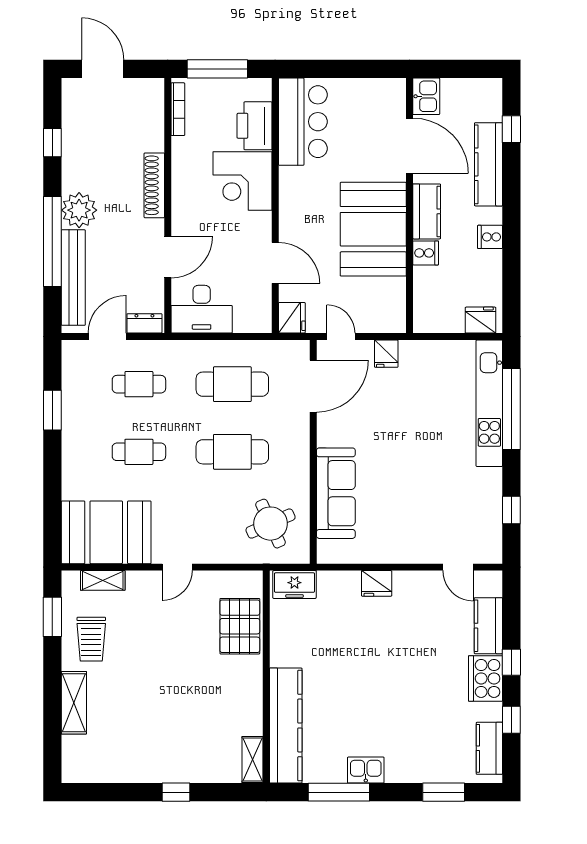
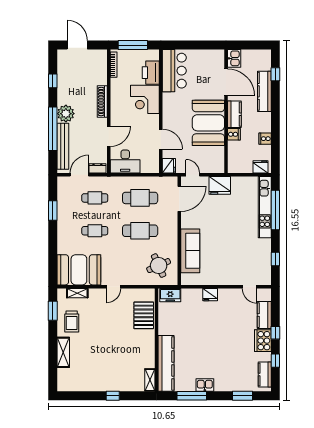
cooker: (490, 237) -> (265, 139), moved
fridge: (386, 354) -> (220, 185), width x1.88, depth x1.34

